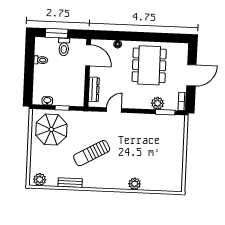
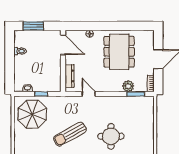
toilet: (64, 47) -> (41, 38), removed
door: (114, 110) -> (89, 94), hinge flipped
round table: (136, 157) -> (111, 136), added

